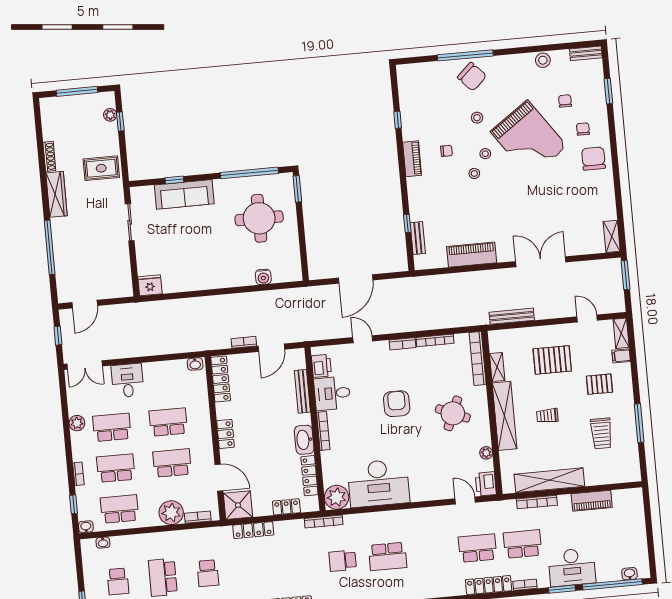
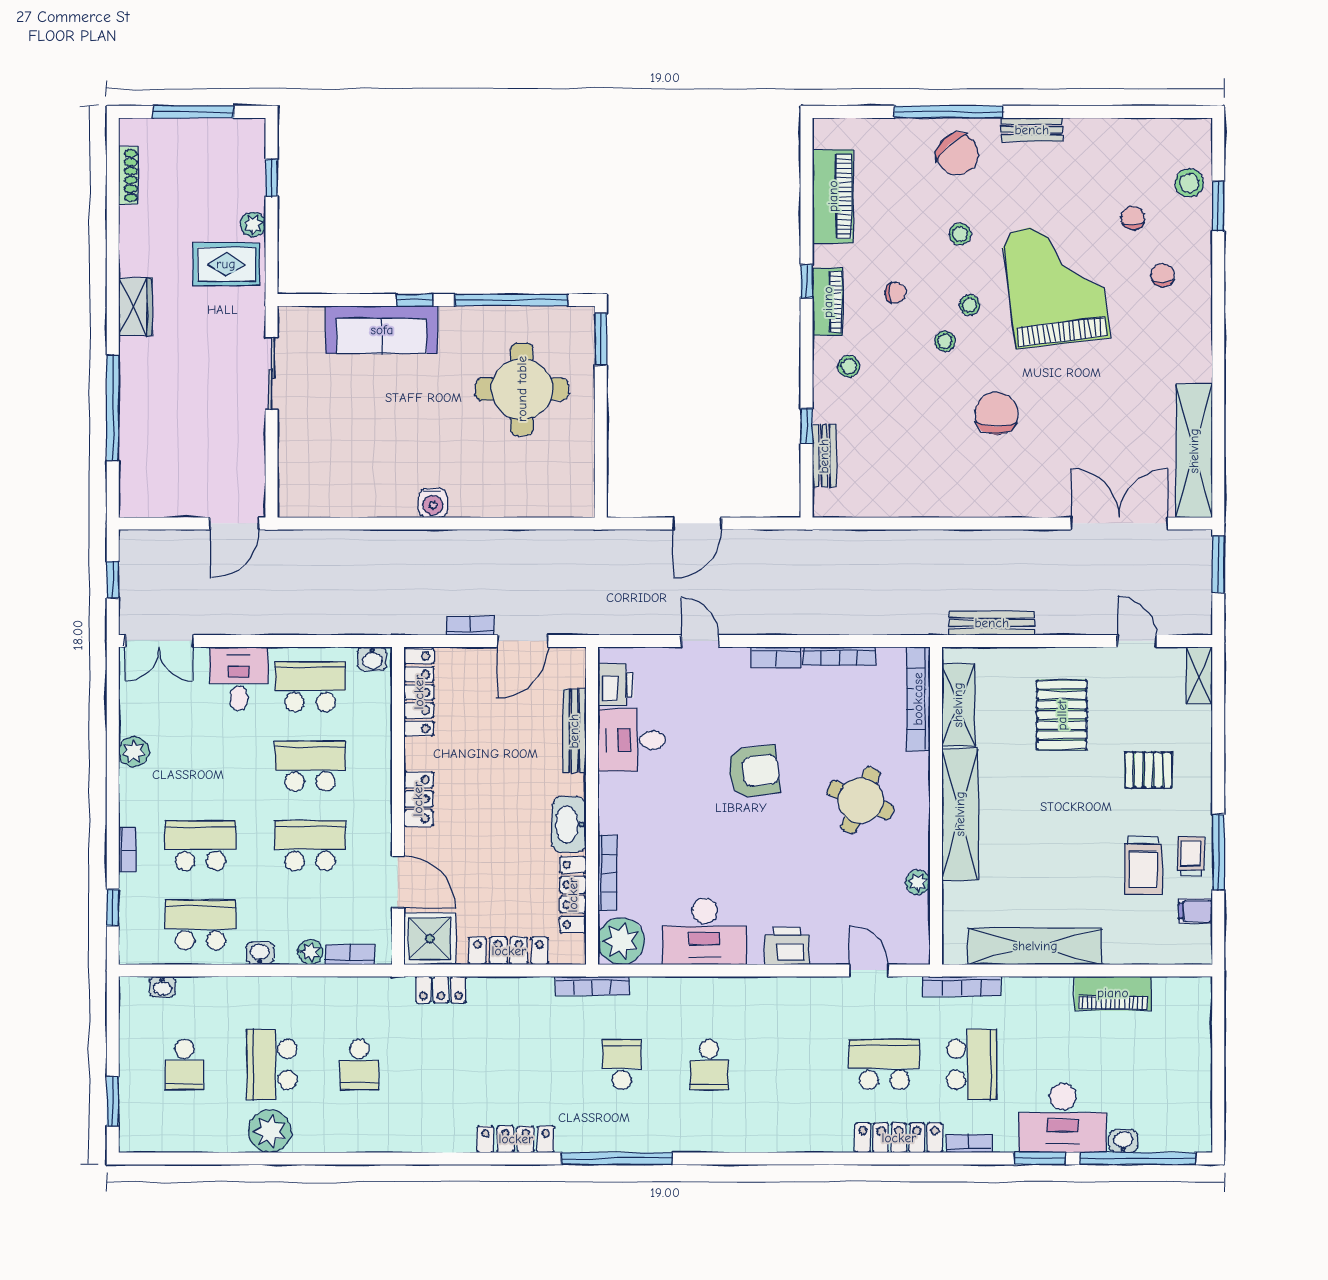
bench: (586, 53) -> (1032, 130), moved
stool: (543, 60) -> (1189, 183), moved
plant: (110, 115) -> (253, 224), moved
window: (398, 120) -> (807, 281), moved
grand piano: (529, 139) -> (1056, 284), turned -152
shoe rack: (49, 156) -> (128, 175), moved
chair: (593, 159) -> (996, 413), moved
window: (174, 180) -> (415, 300), moved
stool: (426, 191) -> (849, 366), added
wardrobe: (57, 194) -> (135, 307), width x0.67
shelving: (612, 236) -> (1194, 451), width x2.20, depth x1.33
piano: (472, 255) -> (833, 196), moved, turned 90
double door: (541, 262) -> (1119, 523), moved
water cooler: (263, 277) -> (433, 503), moved
door: (356, 279) -> (697, 523), width x0.73
fridge: (150, 285) -> (299, 499), removed
door: (85, 304) -> (235, 523), moved
filing cabinet: (621, 356) -> (1195, 911), moved
pallet: (552, 360) -> (1062, 715), turned 90
shelving: (497, 367) -> (958, 705), width x1.50, depth x1.33
armchair: (397, 404) -> (754, 771), turned 83
trolley: (547, 416) -> (1191, 856), moved, turned 90
school desk: (112, 427) -> (310, 687), moved
bookcase: (323, 431) -> (607, 873), moved
desk: (378, 483) -> (705, 931), width x0.73, depth x0.77
printer: (486, 484) -> (787, 946), moved, turned 90
bookcase: (537, 502) -> (962, 986), moved
locker: (286, 507) -> (509, 951), width x1.53
plant: (171, 513) -> (310, 952), width x0.53, depth x0.53
washbasin: (86, 527) -> (260, 953), moved
locker: (253, 530) -> (441, 990), width x0.66
school desk: (523, 544) -> (972, 1064), turned 90
school desk: (388, 556) -> (709, 1064), width x0.54
school desk: (343, 561) -> (622, 1064), turned 90
washbasin: (629, 574) -> (1123, 1141), moved

